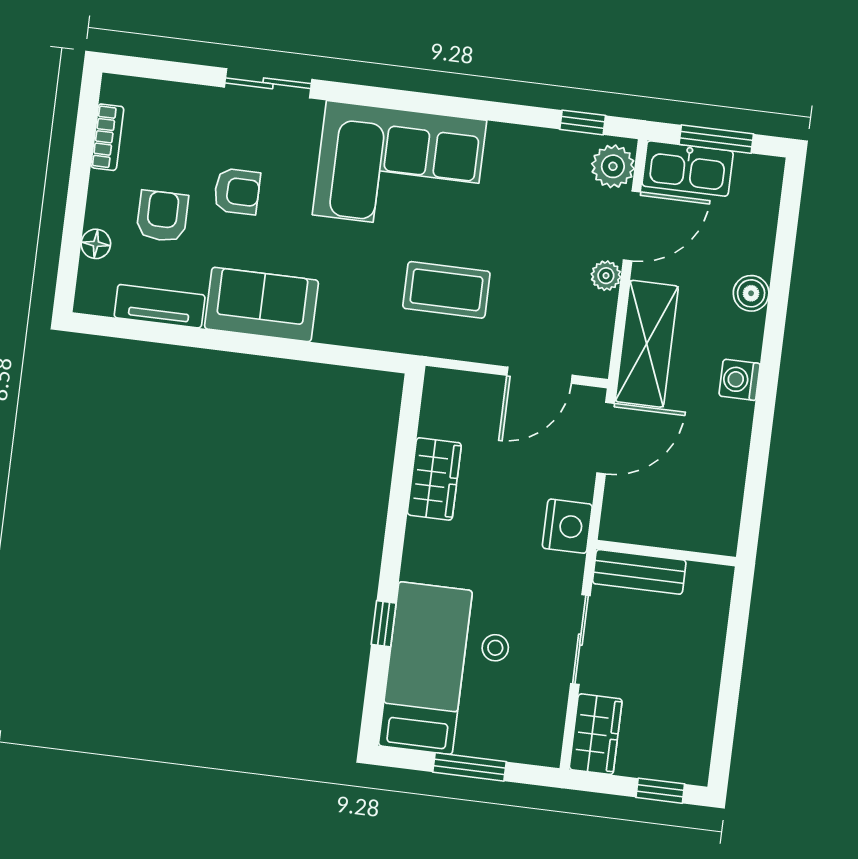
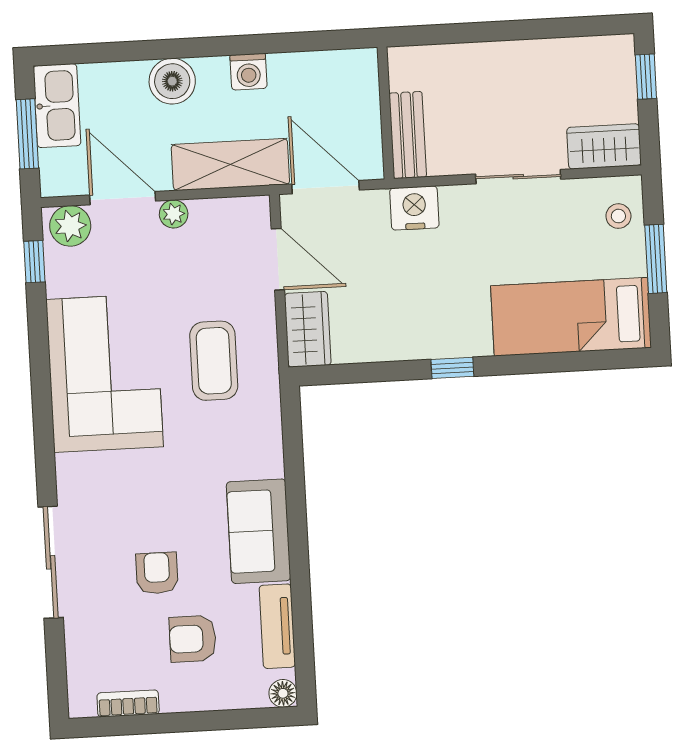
sliding door: (268, 83) -> (51, 562), width x1.37
corner sofa: (399, 168) -> (105, 373), moved
kitchen sink: (688, 168) -> (57, 106), moved
floor lamp: (96, 244) -> (283, 693), moved
boiler: (751, 293) -> (172, 81), width x1.36, depth x1.36
wardrobe: (434, 479) -> (308, 329), moved, turned 90
wall: (666, 553) -> (386, 113), moved
bench: (639, 572) -> (408, 135), moved
window: (384, 624) -> (452, 368), moved
stool: (495, 648) -> (618, 216), moved

